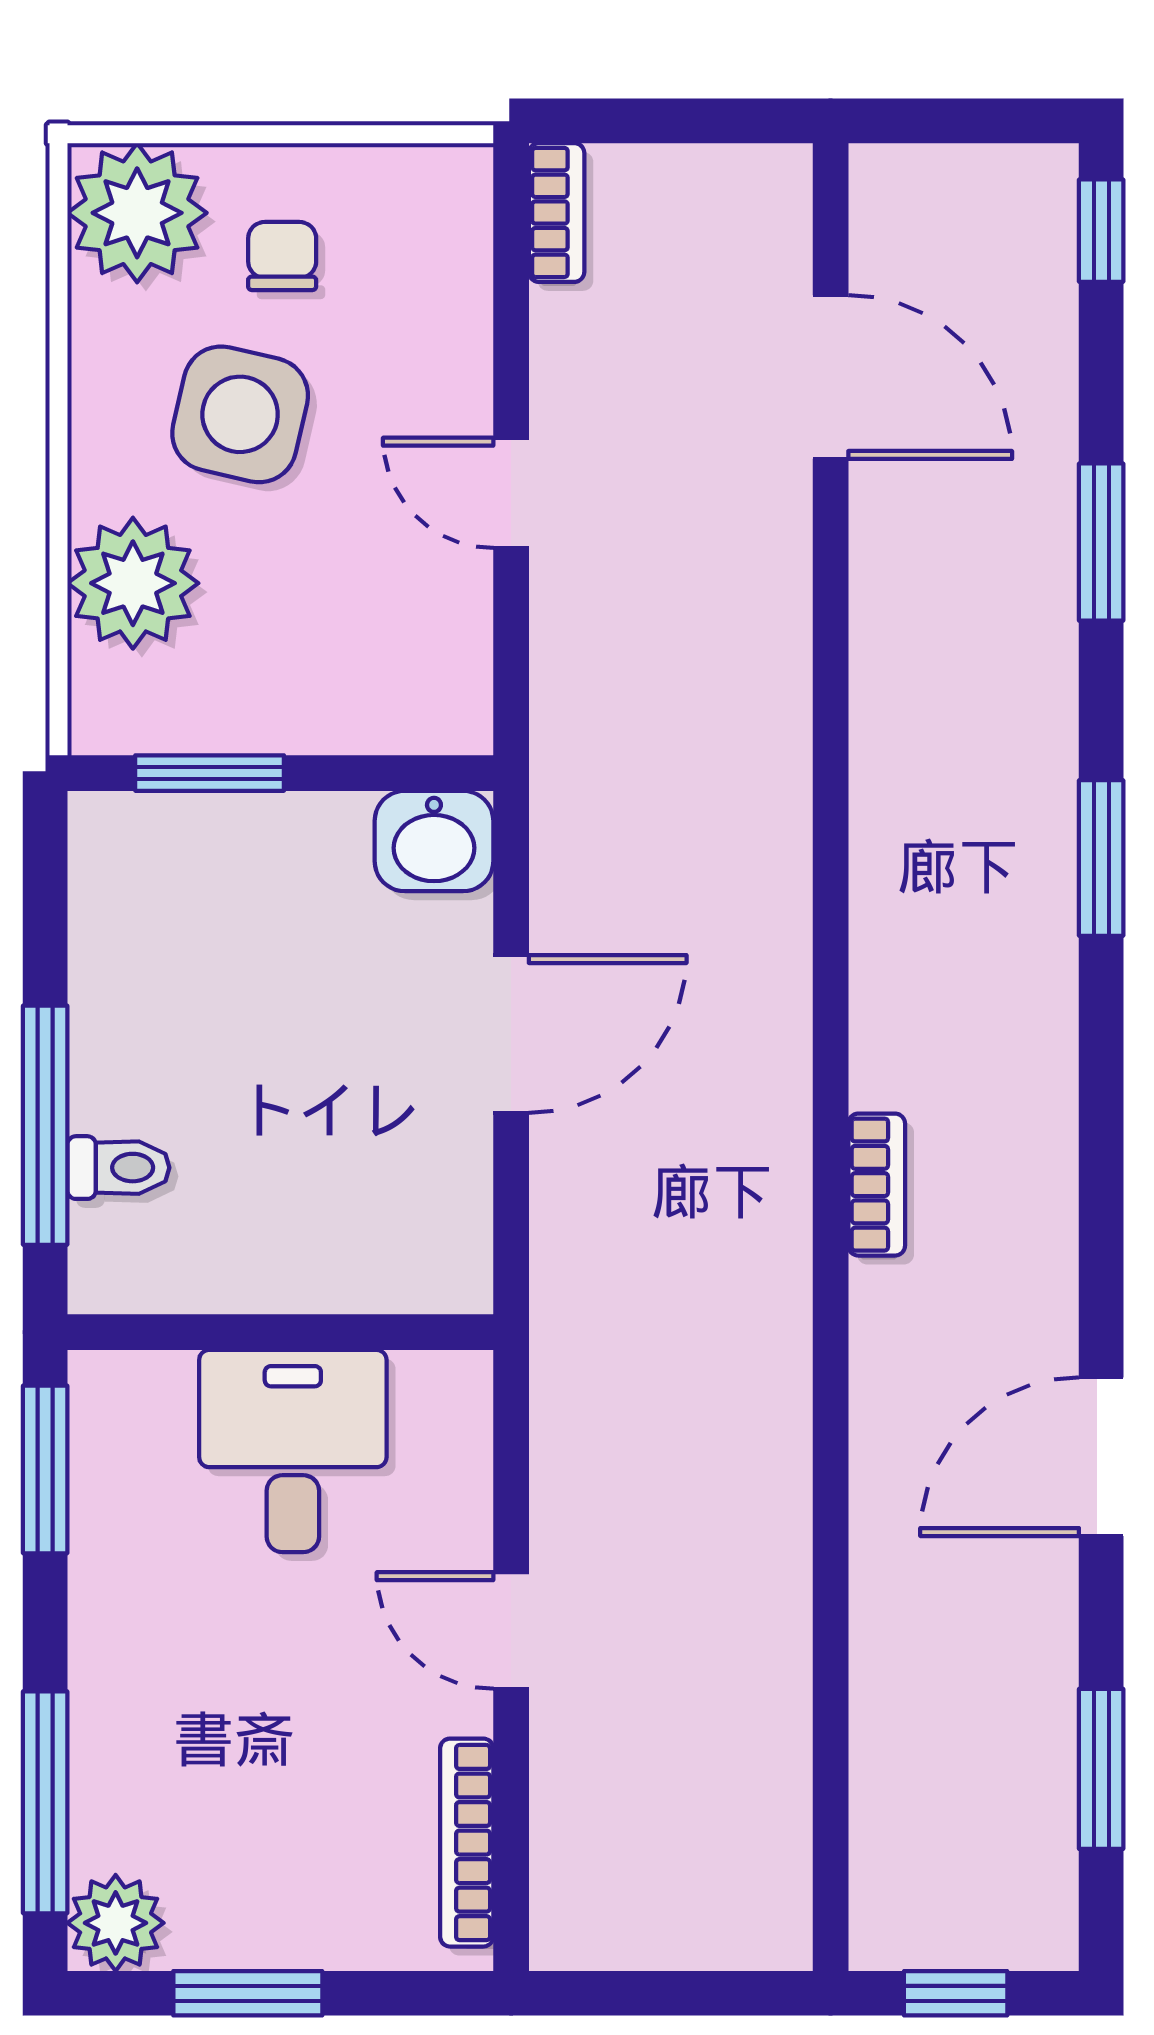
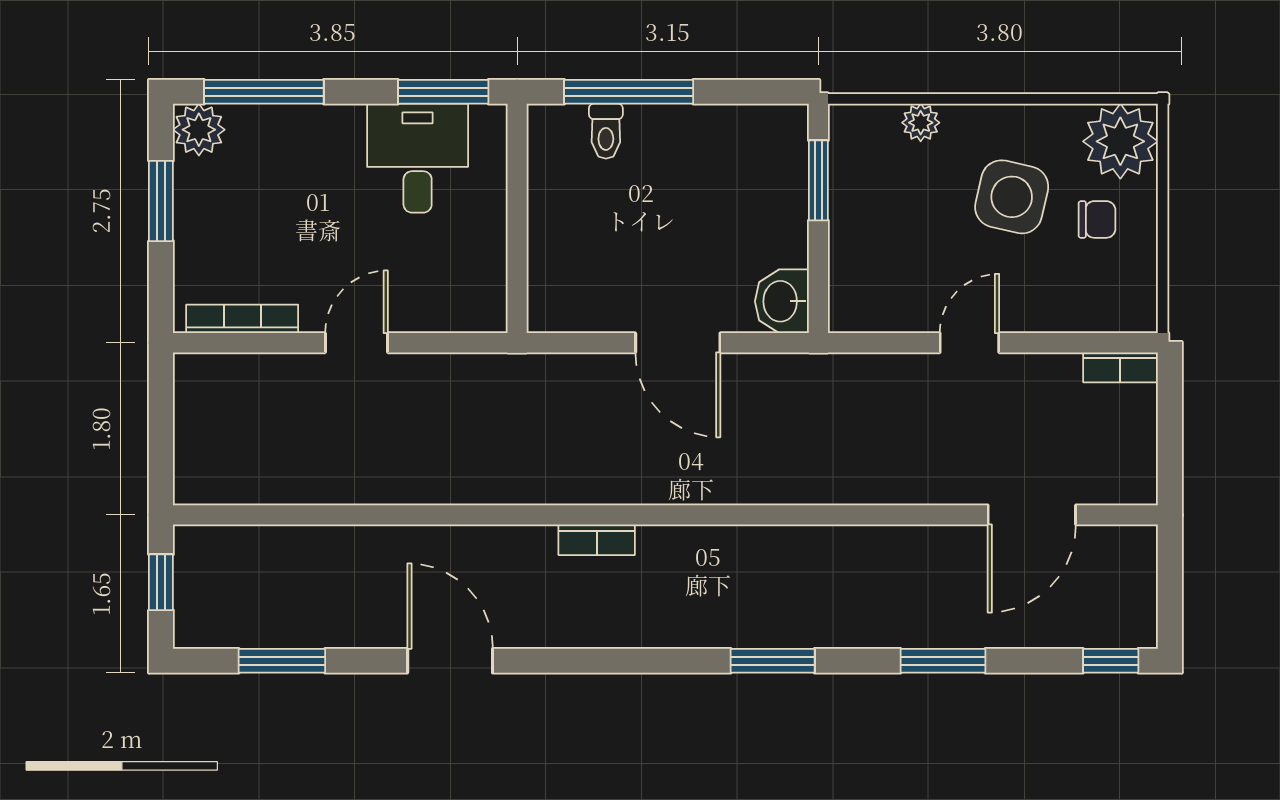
plant: (133, 583) -> (921, 123), width x0.53, depth x0.53
desk: (293, 1451) -> (418, 158), moved, turned -90

